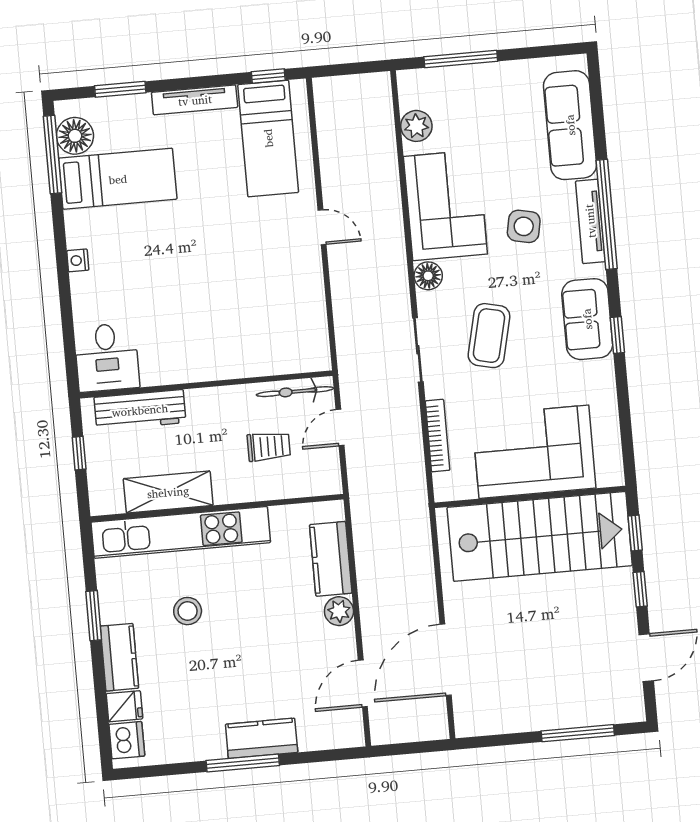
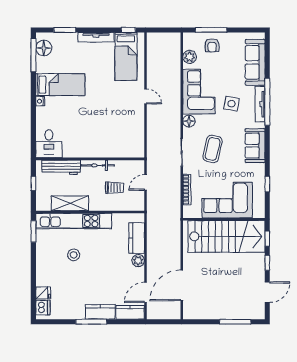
armchair: (466, 94) -> (212, 45), added
bed: (118, 179) -> (60, 85), moved
window: (617, 335) -> (267, 184), moved
bicycle: (295, 392) -> (98, 165), moved
window: (94, 616) -> (33, 231), moved
kitchen counter: (119, 657) -> (130, 312), moved, turned -90

